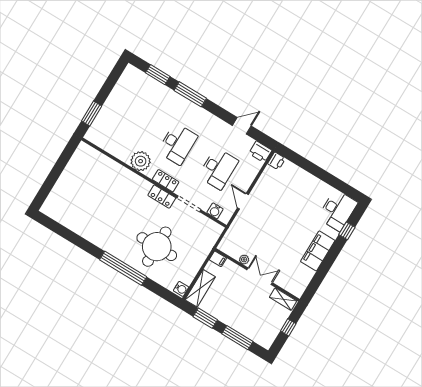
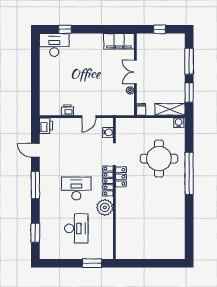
window: (190, 94) -> (35, 185), moved
printer: (277, 161) -> (67, 110), moved
desk: (218, 169) -> (76, 228), moved, turned 90
locker: (166, 181) -> (108, 181), width x1.53
filing cabinet: (318, 251) -> (119, 41), moved
shelving: (283, 299) -> (142, 45), removed

